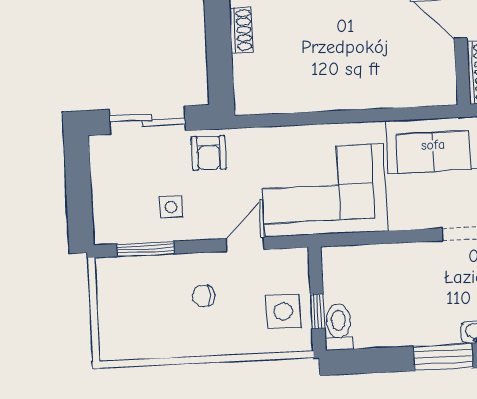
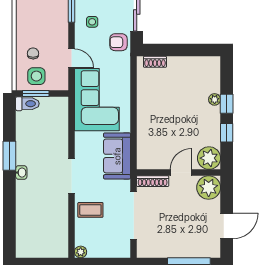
shoe rack: (241, 30) -> (155, 62), moved
chair: (203, 296) -> (33, 53), moved
window: (318, 311) -> (36, 93), width x1.50

